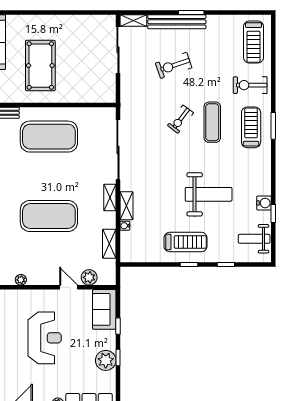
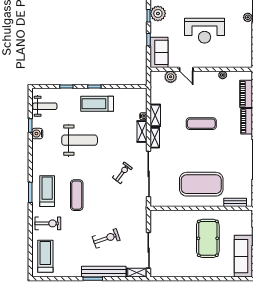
exercise bike: (181, 119) -> (122, 173), moved
treadmill: (251, 127) -> (47, 191), turned 180
weight bench: (209, 194) -> (80, 140), turned 180
exercise mat: (49, 216) -> (201, 124), width x0.50, depth x0.69
shelving: (109, 244) -> (155, 115), moved
reception desk: (45, 338) -> (205, 31), turned -90

